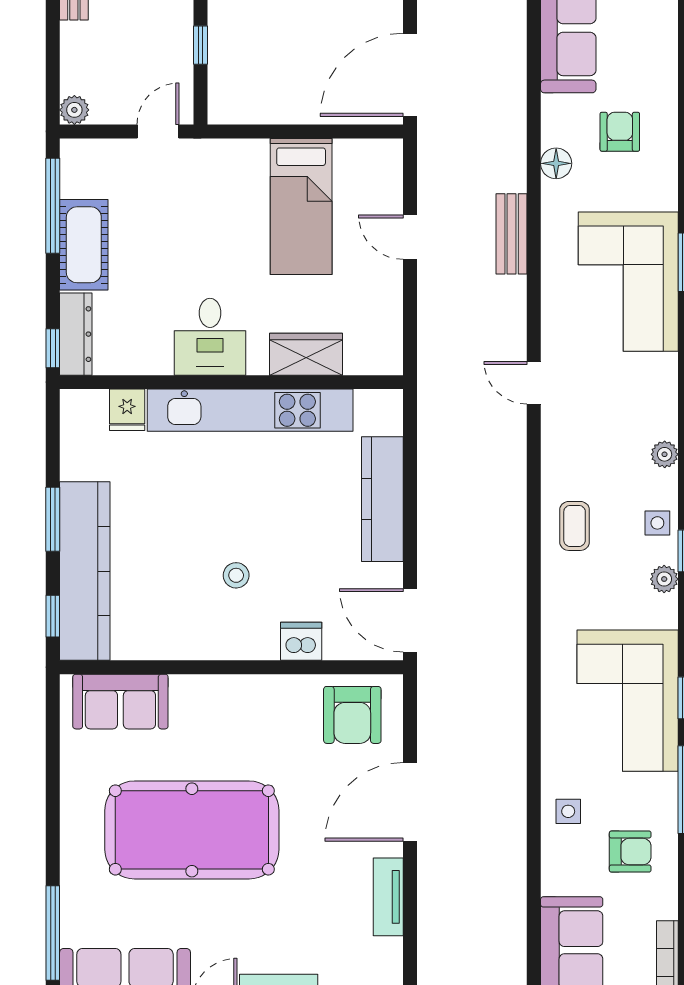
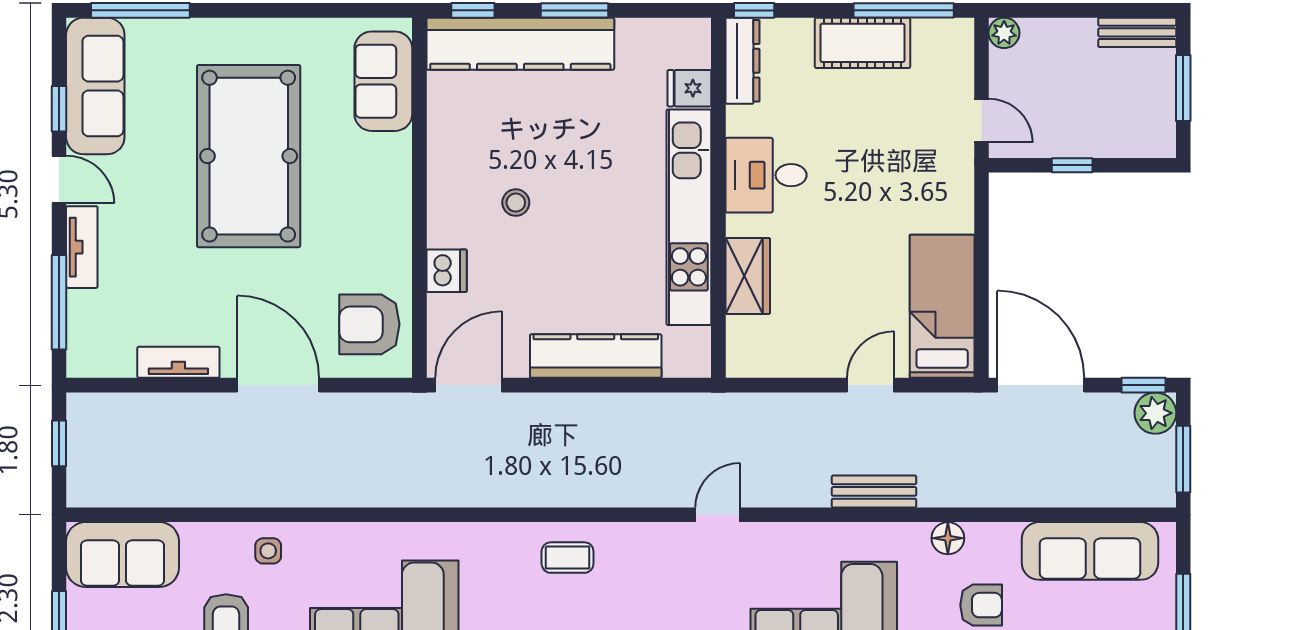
bed: (301, 206) -> (942, 306), moved, turned 90
dresser: (76, 334) -> (743, 61), moved, turned -90

